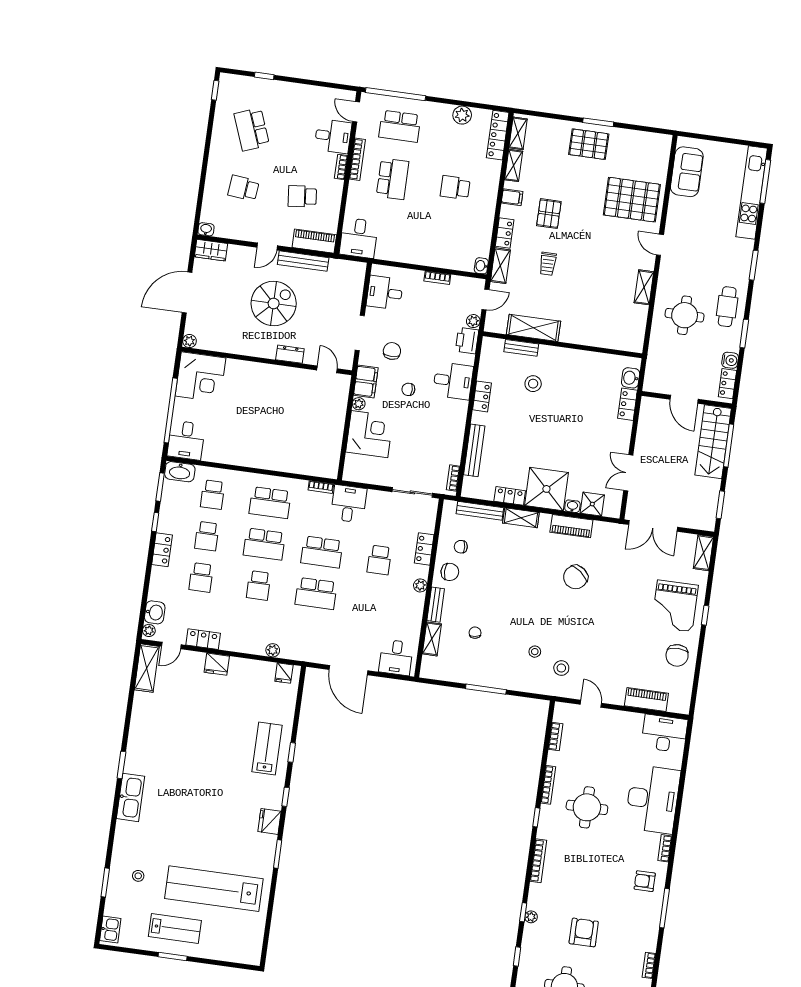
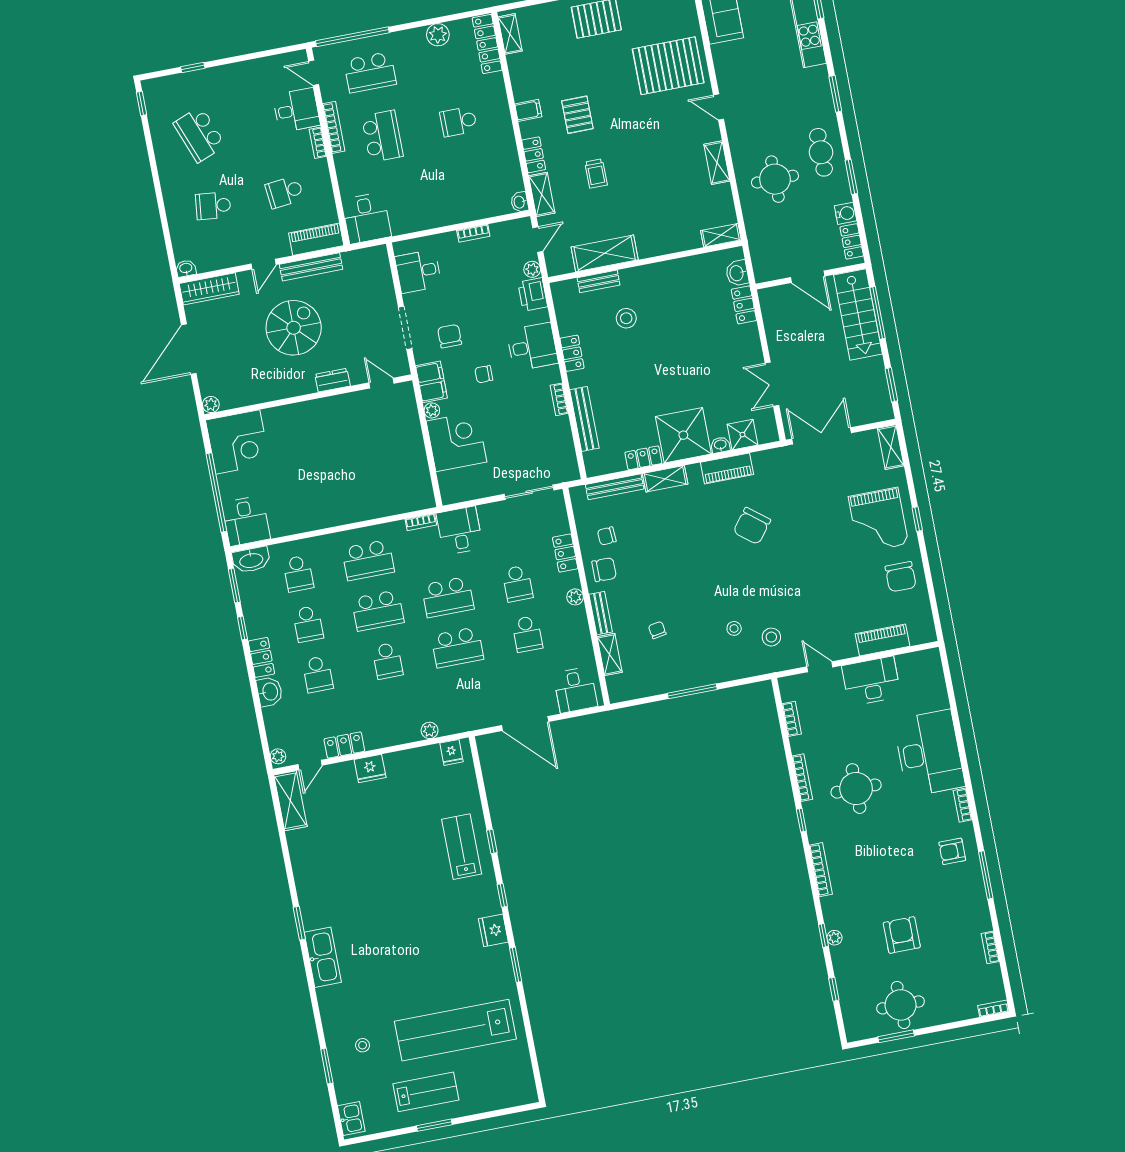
shelving: (514, 165) -> (721, 235), moved, turned 90
wardrobe: (211, 250) -> (209, 289), width x1.50
bookcase: (453, 478) -> (559, 399), moved
double door: (653, 526) -> (822, 436), swing flipped
school desk: (374, 601) -> (527, 634), added
washbasin: (155, 612) -> (270, 692), moved
desk: (664, 734) -> (871, 681), moved

